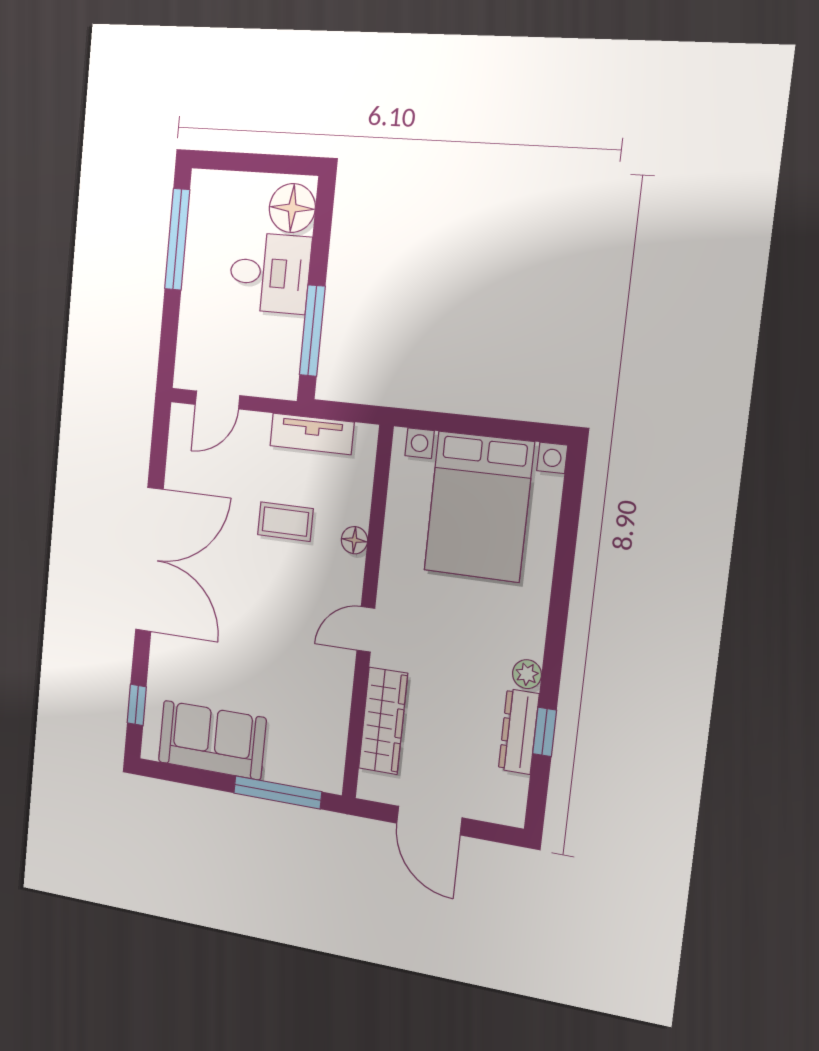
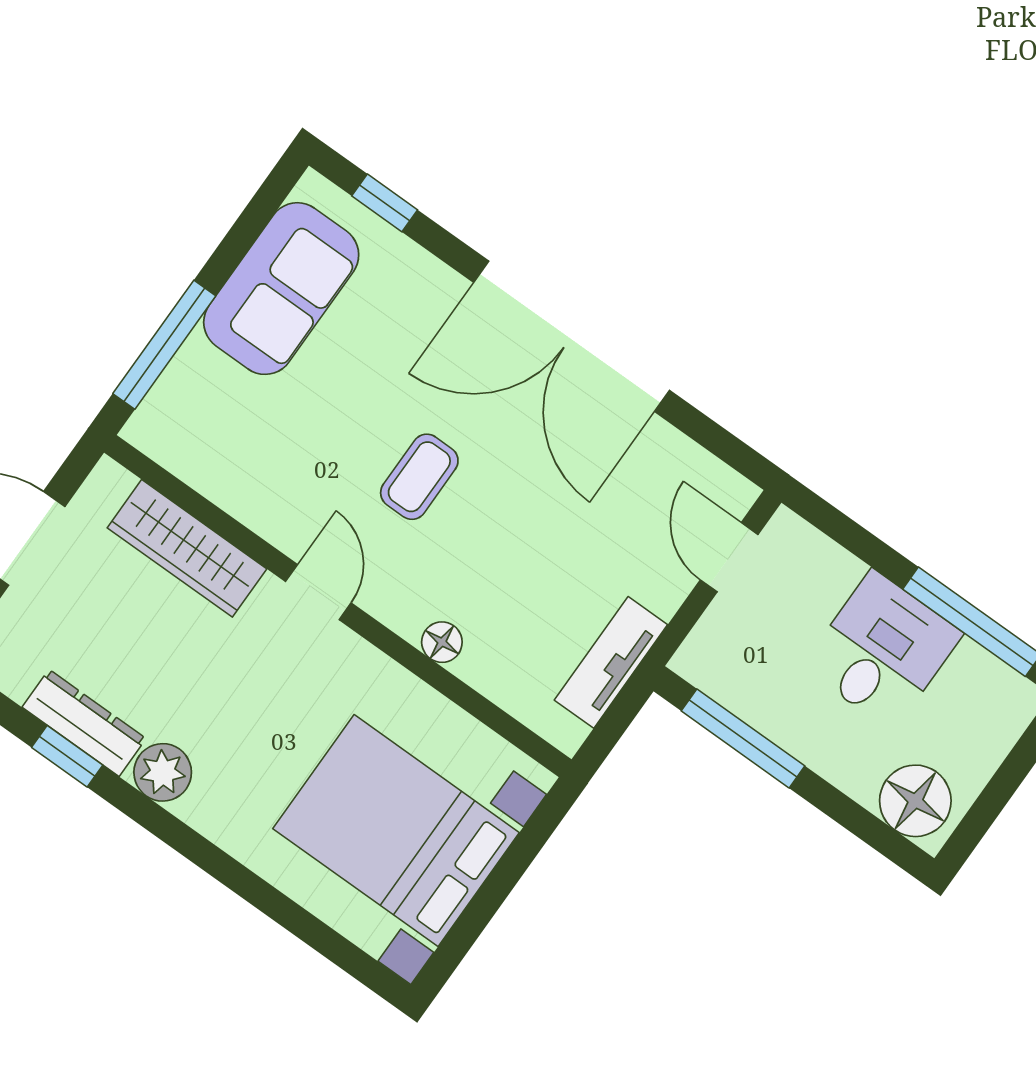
desk: (270, 273) -> (882, 650), moved, turned 180
coffee table: (285, 522) -> (419, 477), moved
plant: (527, 674) -> (163, 772), width x1.38, depth x1.38

